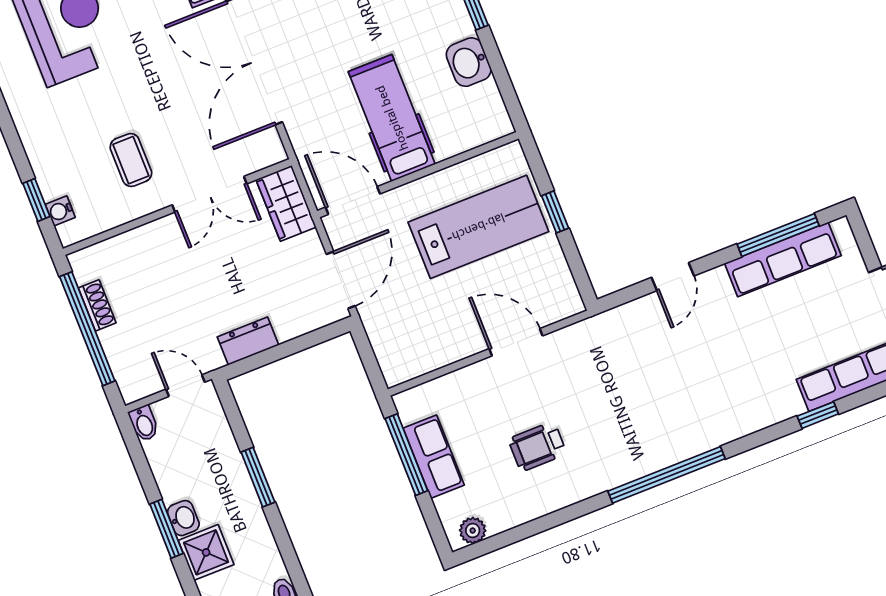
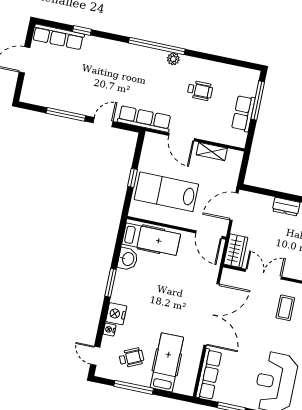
hospital bed: (392, 118) -> (151, 239), moved, turned -90
window: (778, 235) -> (66, 114), moved
row of seats: (783, 259) -> (144, 119), moved
shelving: (445, 352) -> (212, 151), added
window: (406, 455) -> (258, 101), moved
plant: (473, 531) -> (173, 59), moved

